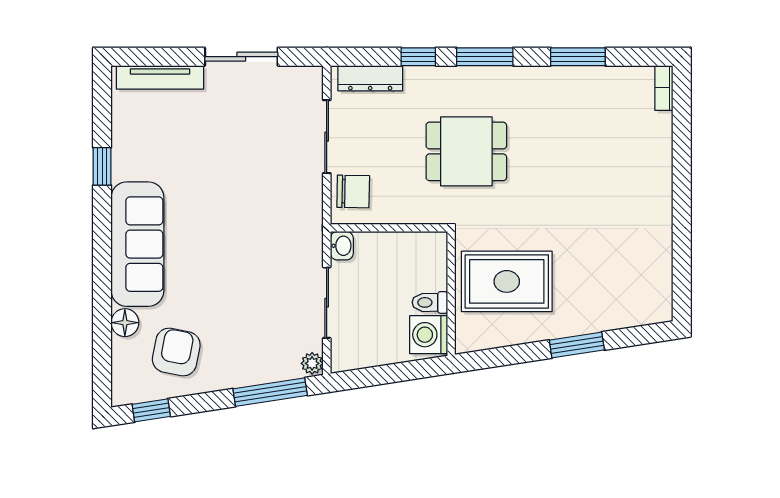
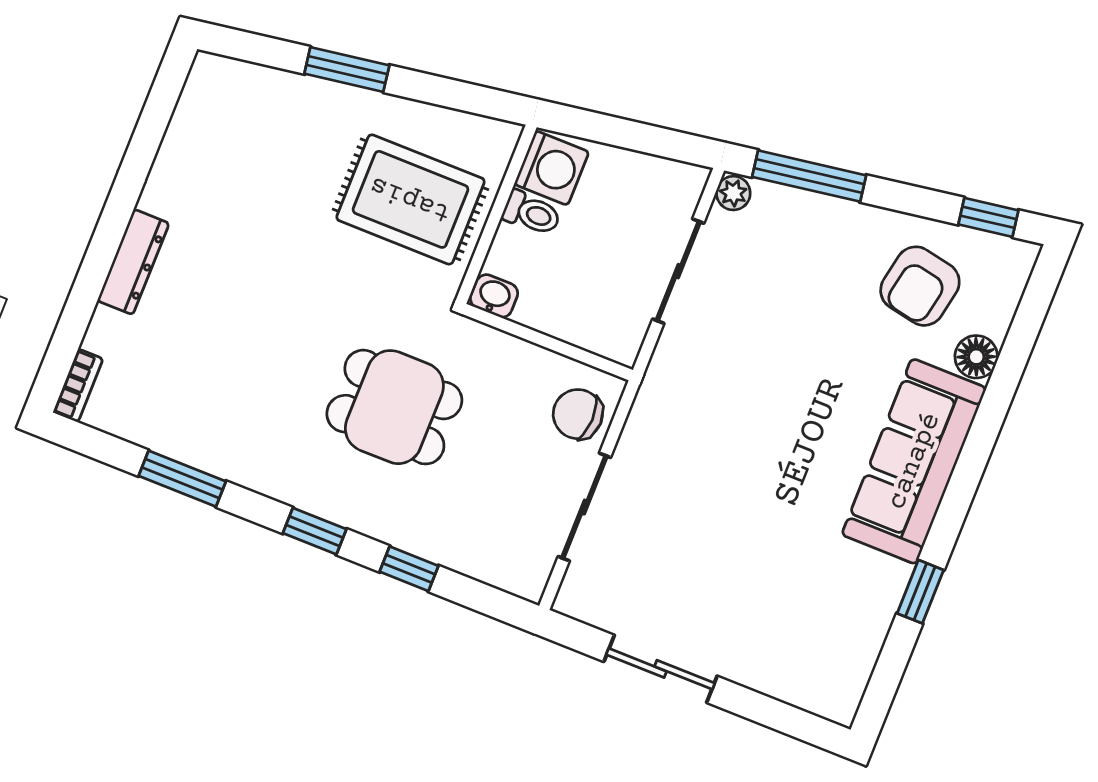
window: (485, 57) -> (315, 531), width x0.67
tv unit: (160, 77) -> (788, 685), removed
dresser: (370, 78) -> (133, 262), moved, turned 90
washbasin: (342, 246) -> (494, 296), moved, turned 90

